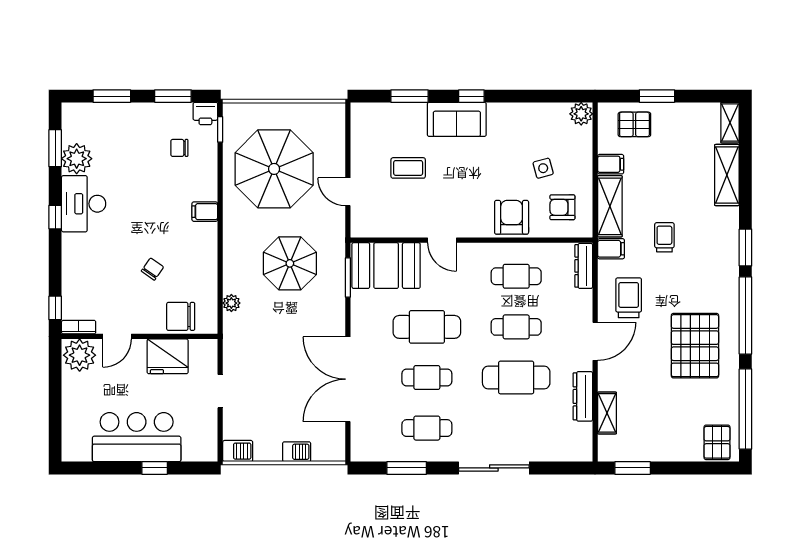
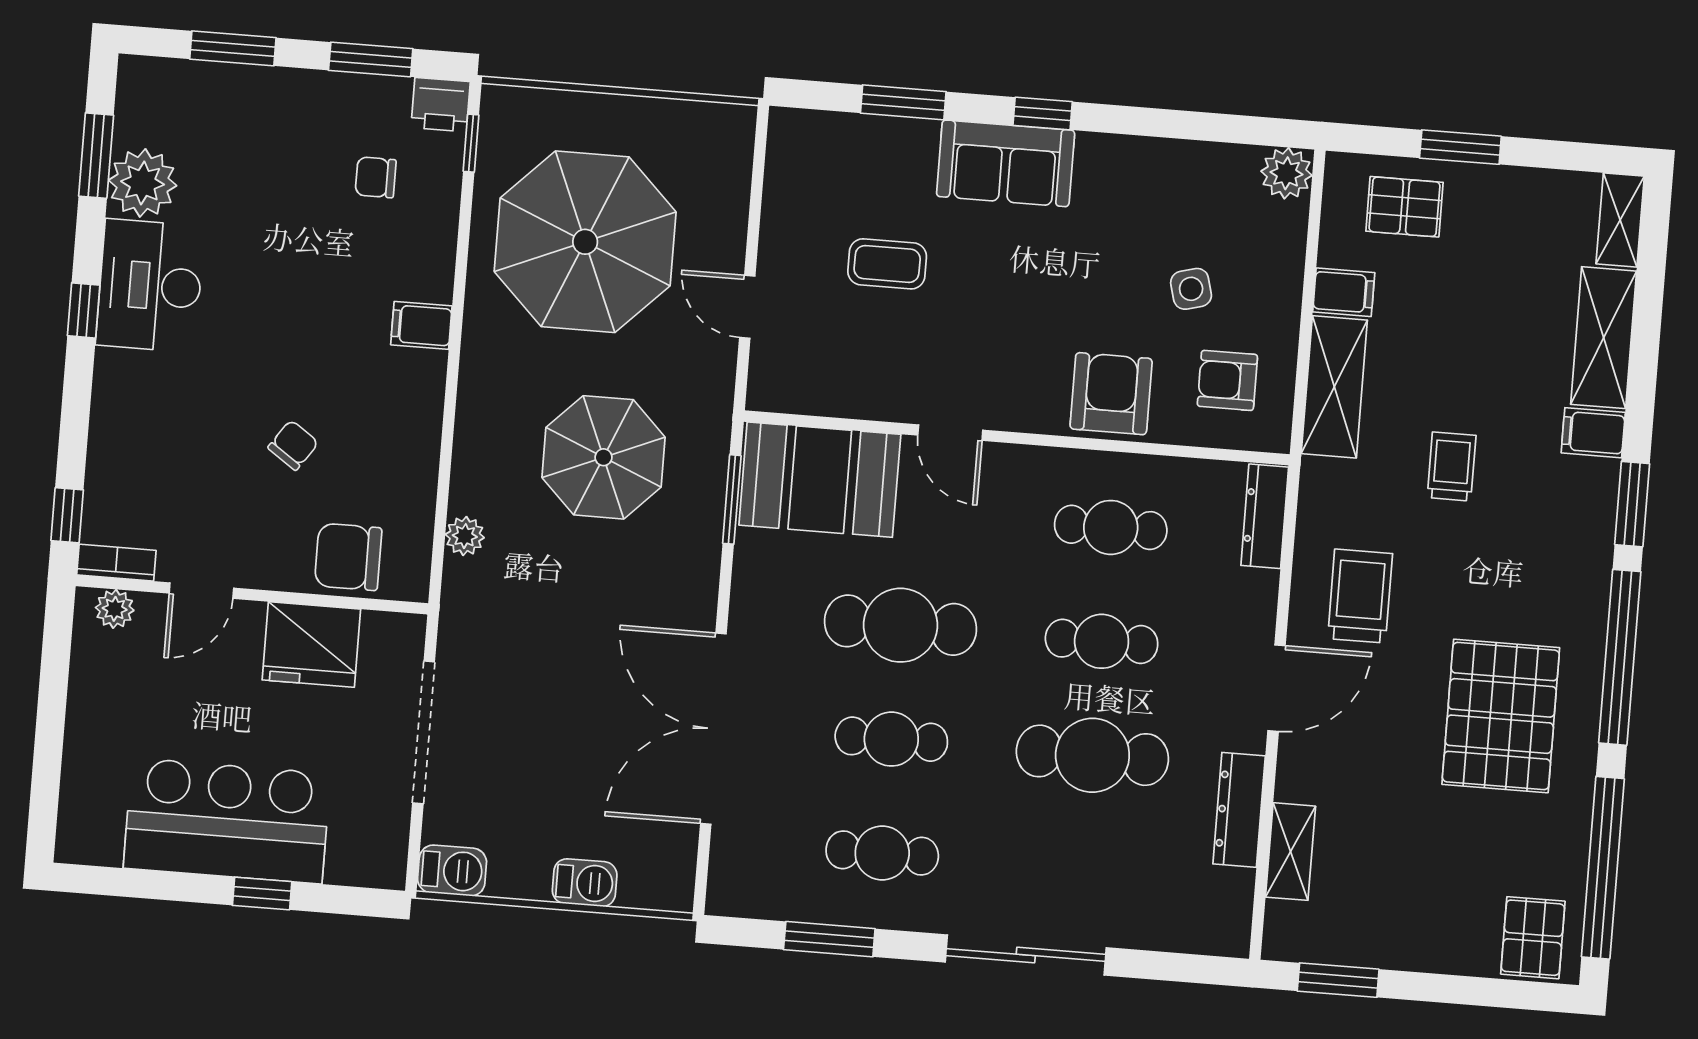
filing cabinet: (611, 249) -> (1593, 433), moved, turned 180
plant: (80, 355) -> (115, 609), width x0.53, depth x0.53
doorway: (220, 391) -> (424, 732), width x1.87

